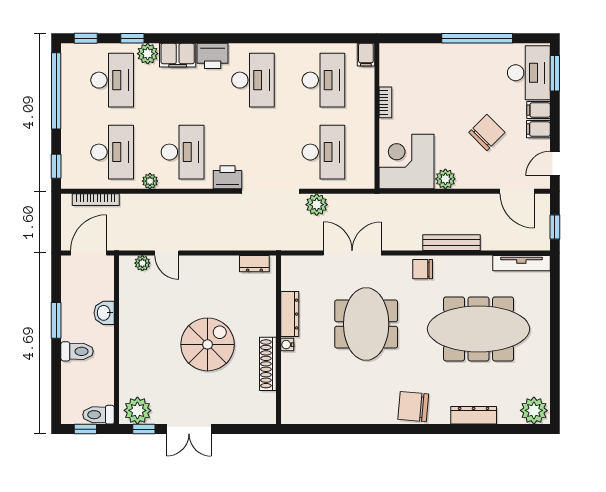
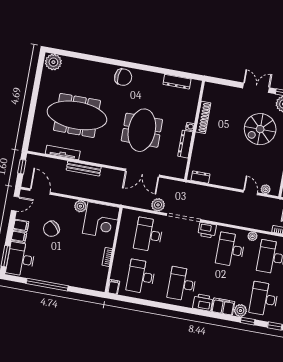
tv unit: (521, 263) -> (63, 152), moved
chair: (423, 269) -> (103, 156), removed
spiral stairs: (208, 344) -> (260, 129), moved
dresser: (474, 415) -> (177, 82), moved

